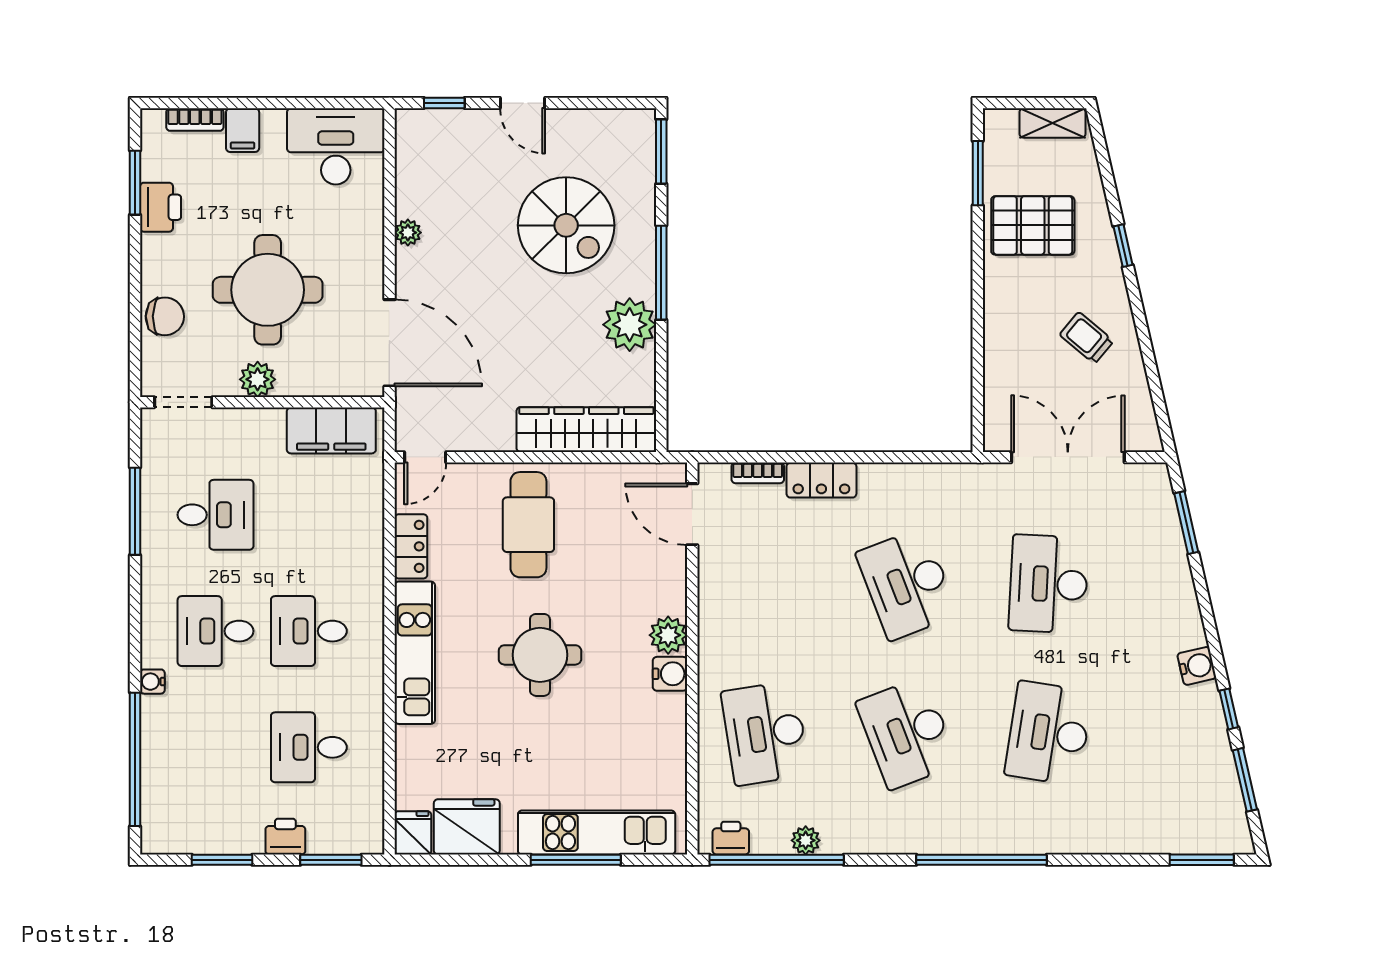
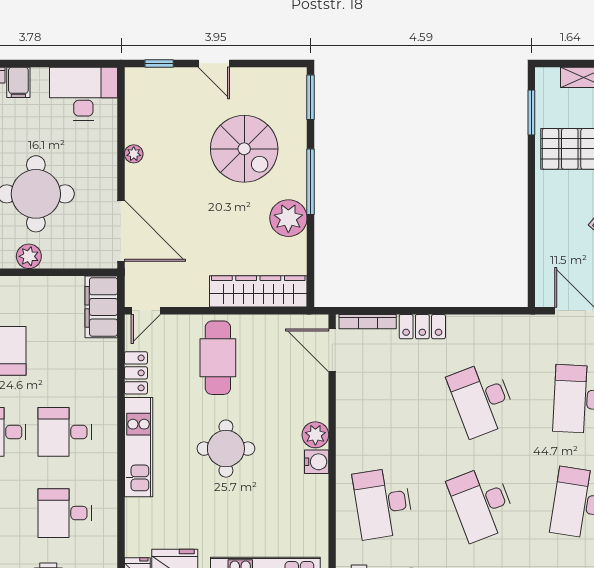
filing cabinet: (331, 430) -> (101, 307), moved, turned 90
bookcase: (758, 473) -> (368, 322), width x1.56

